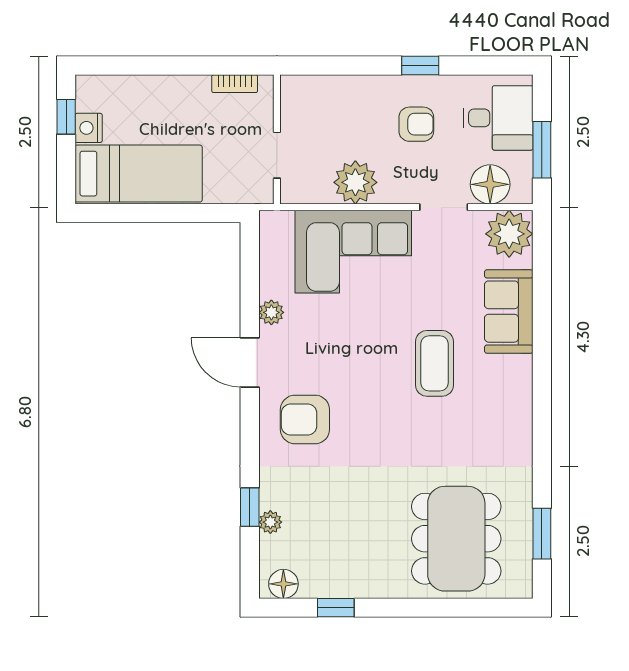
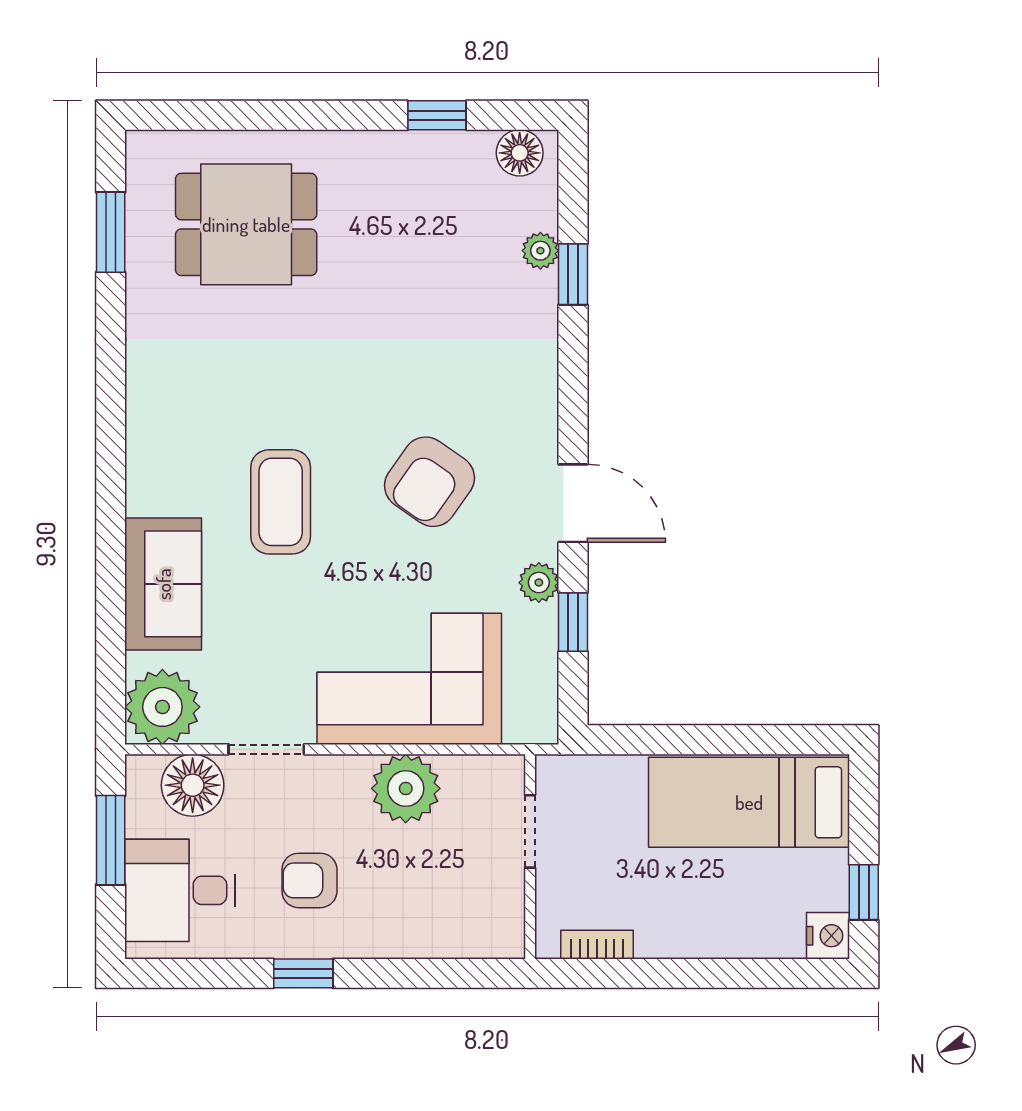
nightstand: (89, 128) -> (828, 936), moved
window: (250, 287) -> (573, 622), added
armchair: (305, 419) -> (429, 482), moved, turned 125
dining table: (456, 539) -> (246, 224), width x0.73

